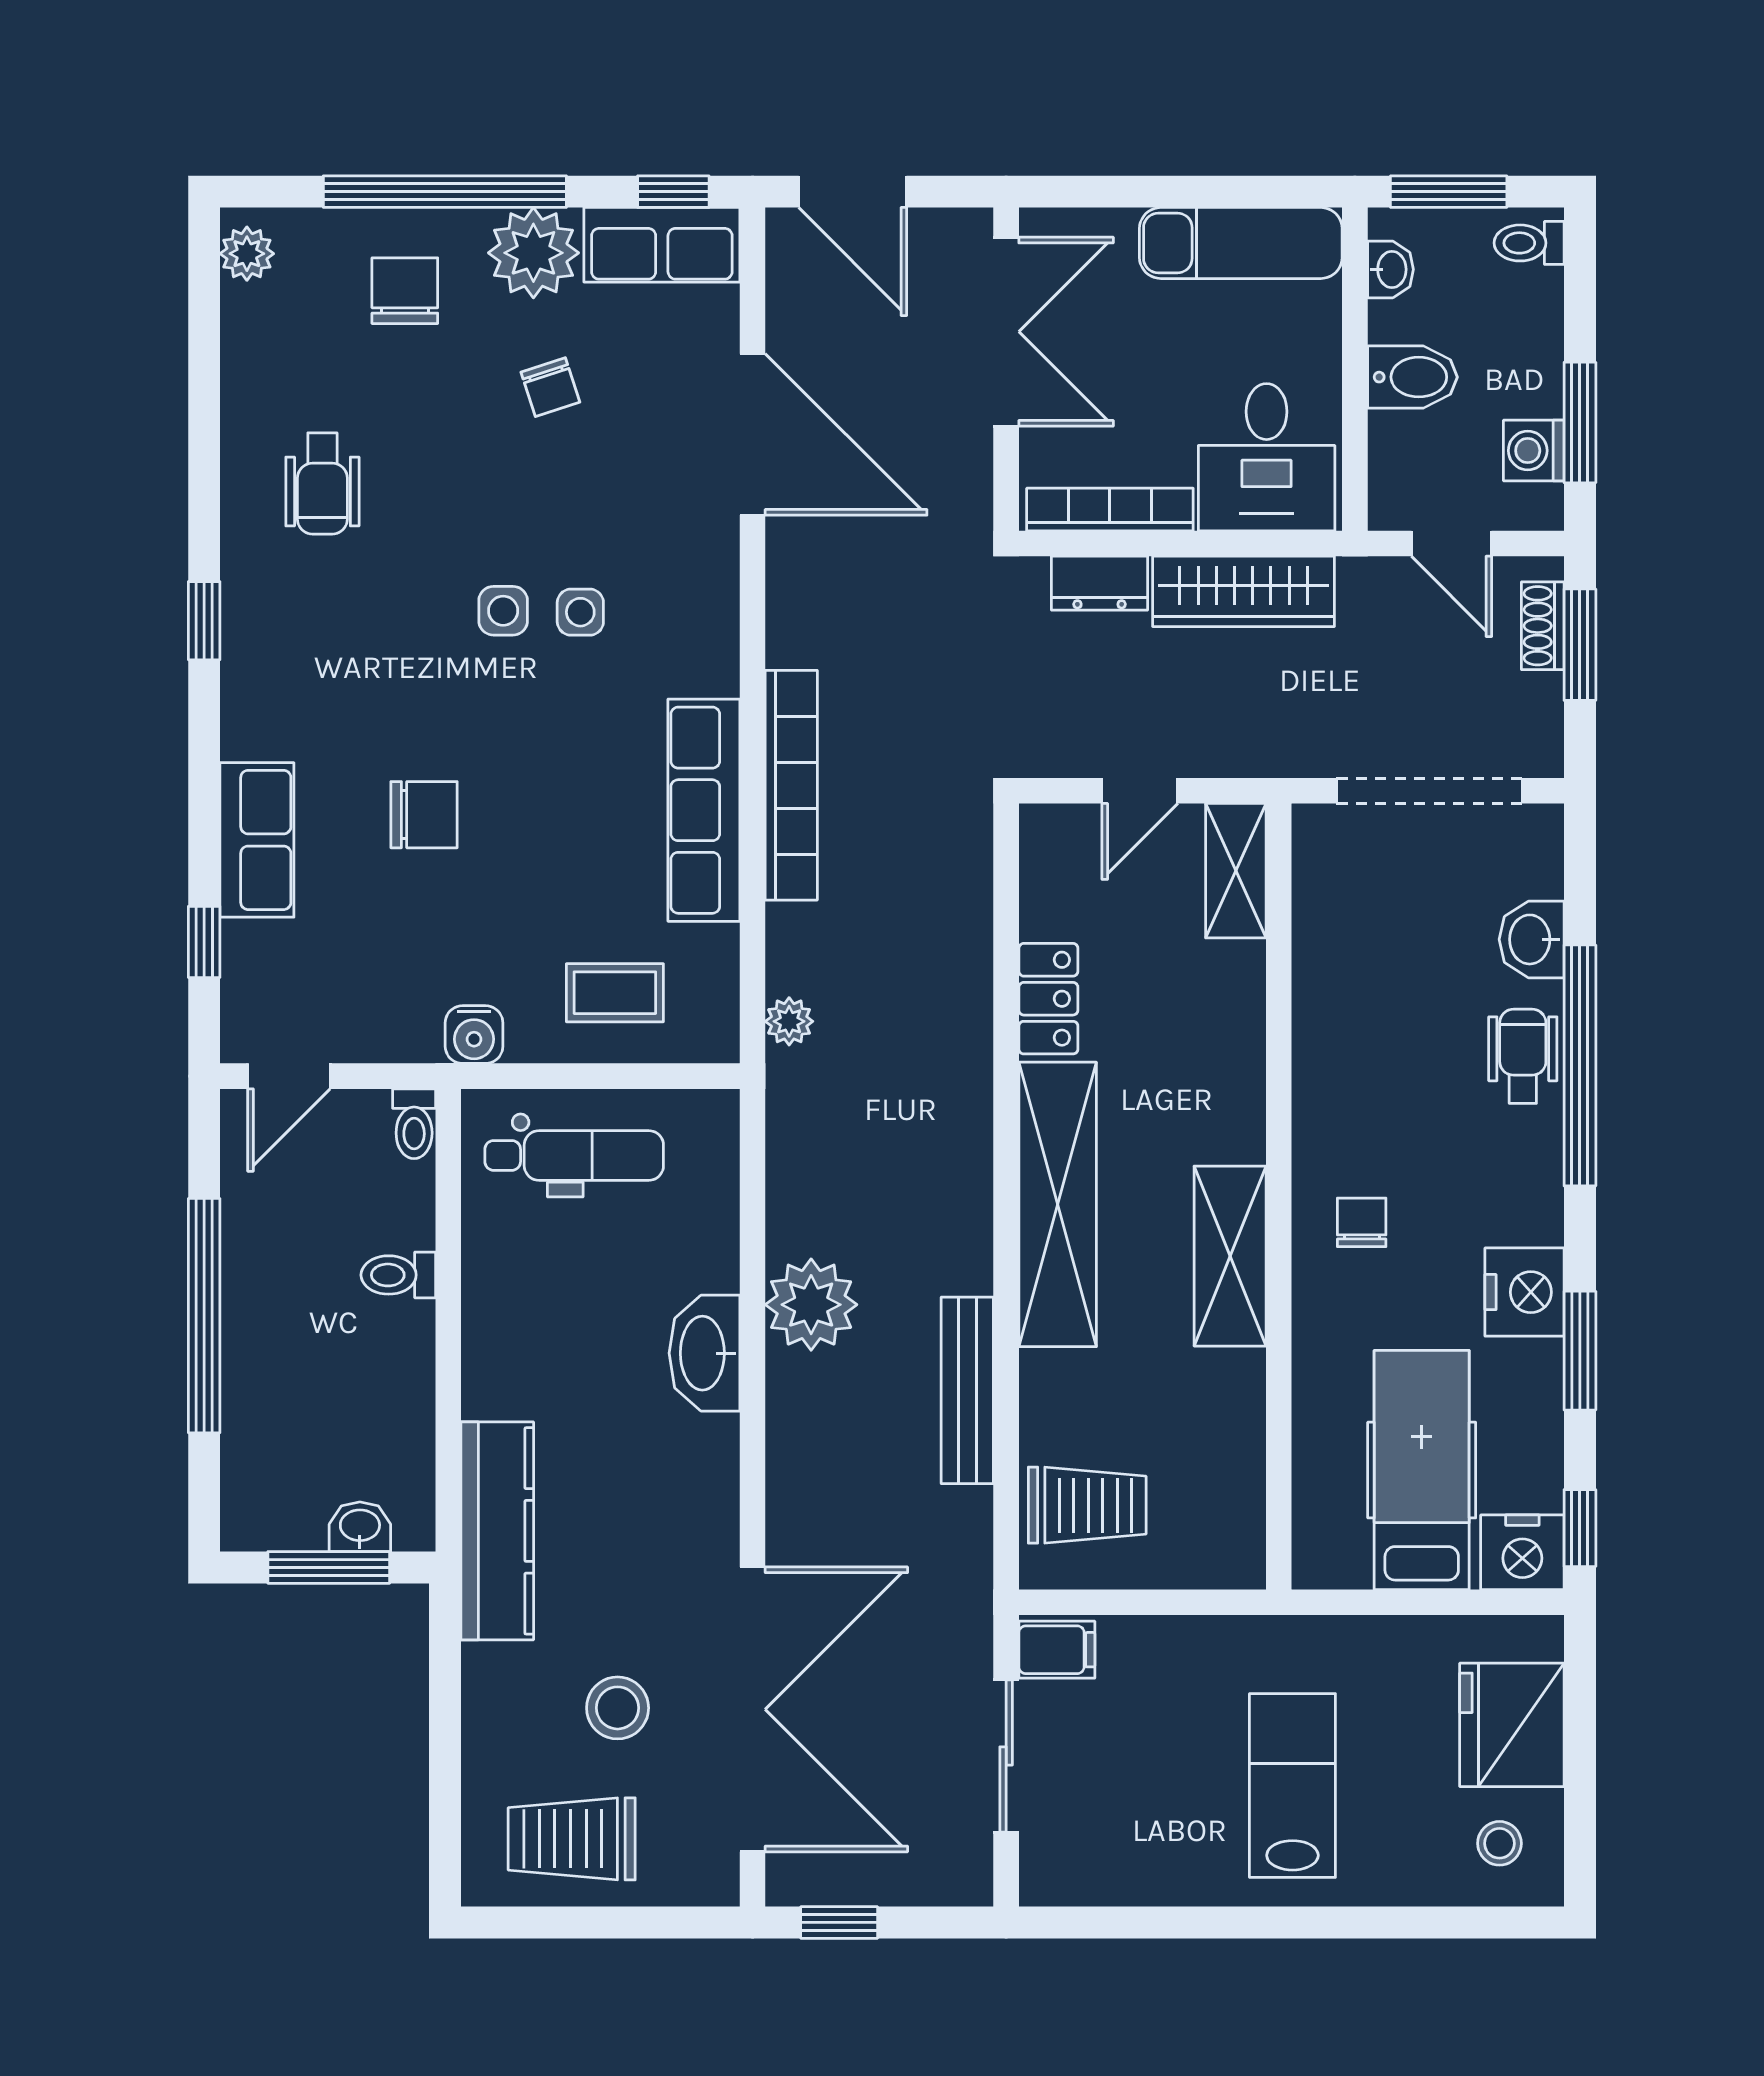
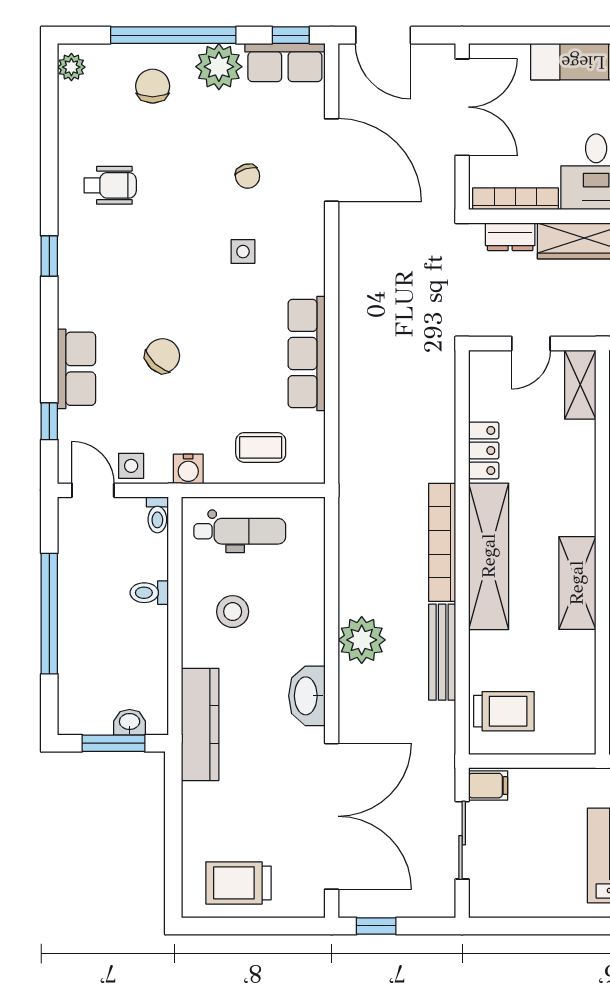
chair: (550, 387) -> (248, 176), moved
wheelchair: (322, 483) -> (110, 185), turned -90
side table: (503, 611) -> (131, 466), moved
bookcase: (791, 785) -> (442, 542), moved, turned 180
chair: (424, 815) -> (162, 356), turned -47
plant: (789, 1021) -> (350, 462), removed
door: (289, 1076) -> (93, 490), swing flipped
plant: (811, 1305) -> (362, 640), moved
washbasin: (704, 1353) -> (307, 696), moved
stool: (618, 1708) -> (233, 612), moved

